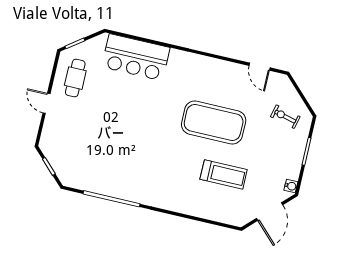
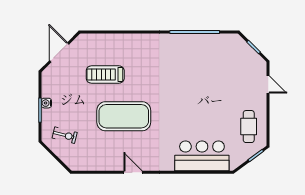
door: (260, 67) -> (133, 172), moved
door: (46, 103) -> (268, 85), moved
water cooler: (291, 186) -> (46, 103), moved

